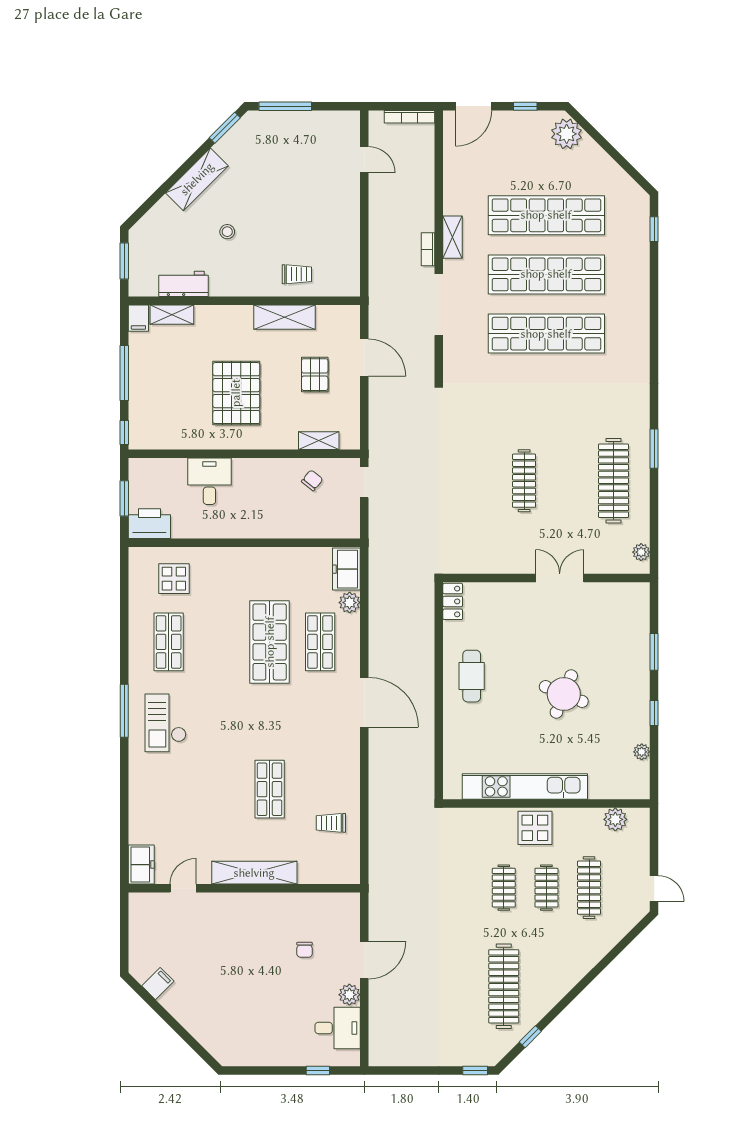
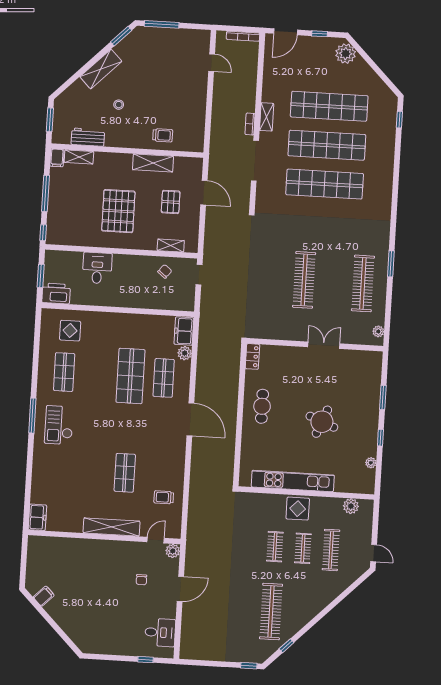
clothes rail: (524, 481) -> (304, 280), width x1.37, depth x1.31
door: (183, 888) -> (156, 540), moved
plant: (349, 995) -> (173, 551), moved

